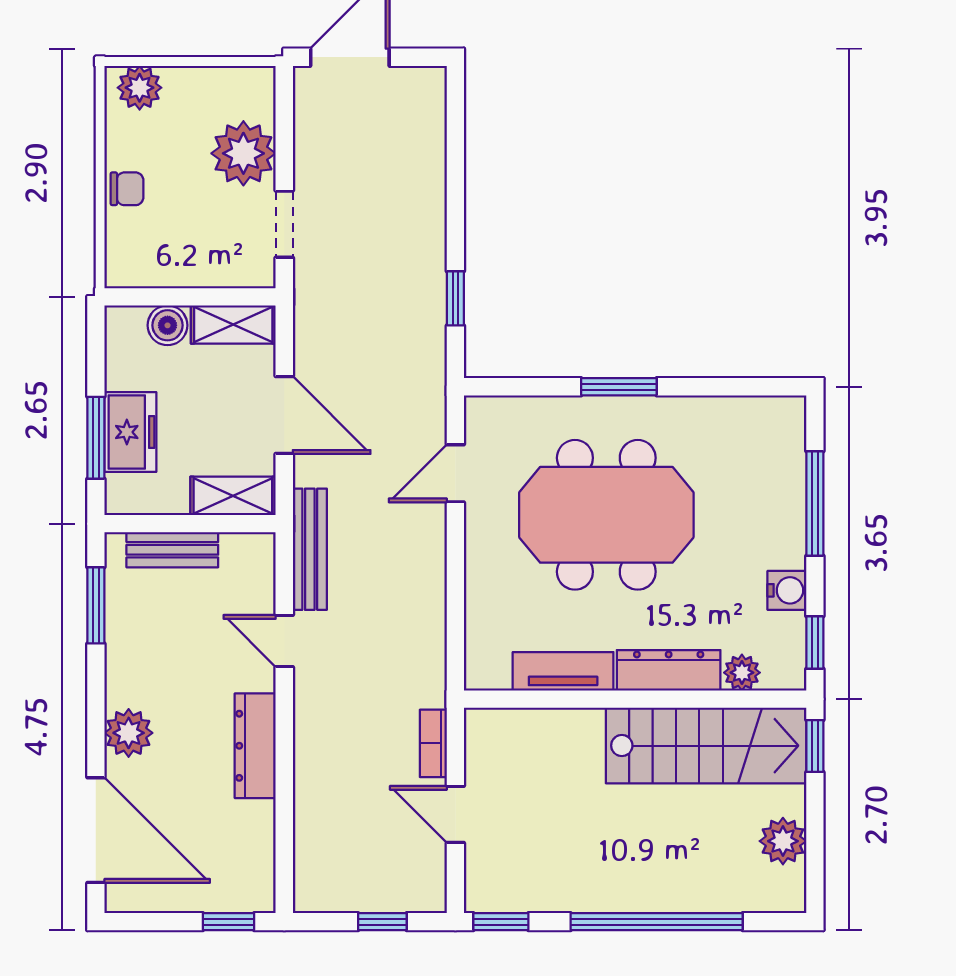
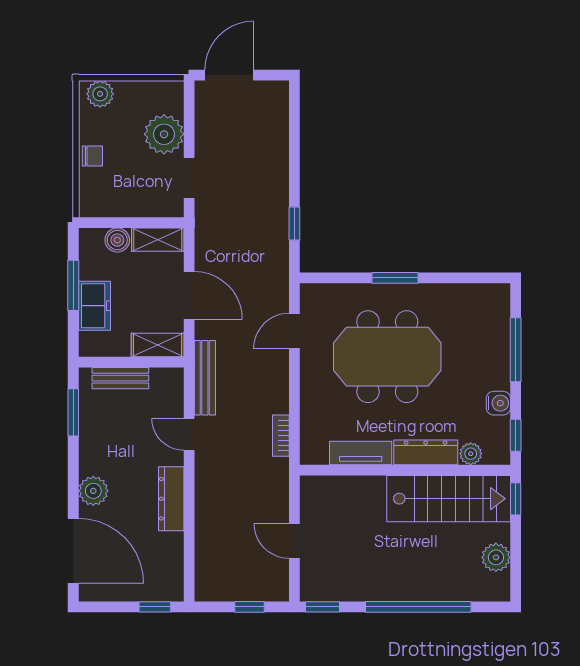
window: (96, 438) -> (73, 285), moved
bookcase: (433, 743) -> (281, 436), moved

